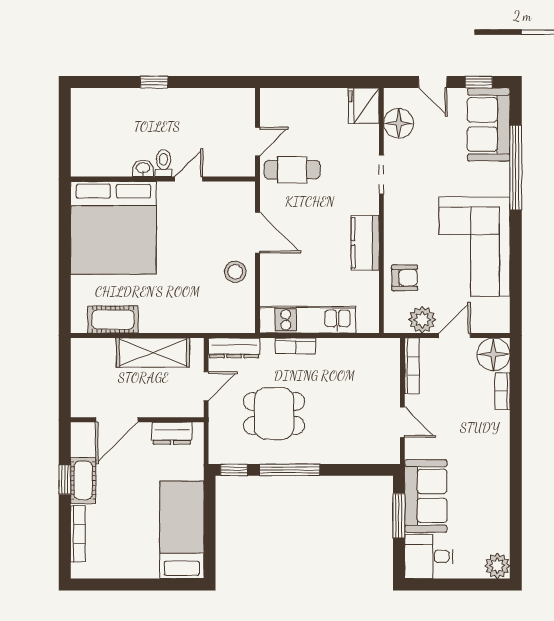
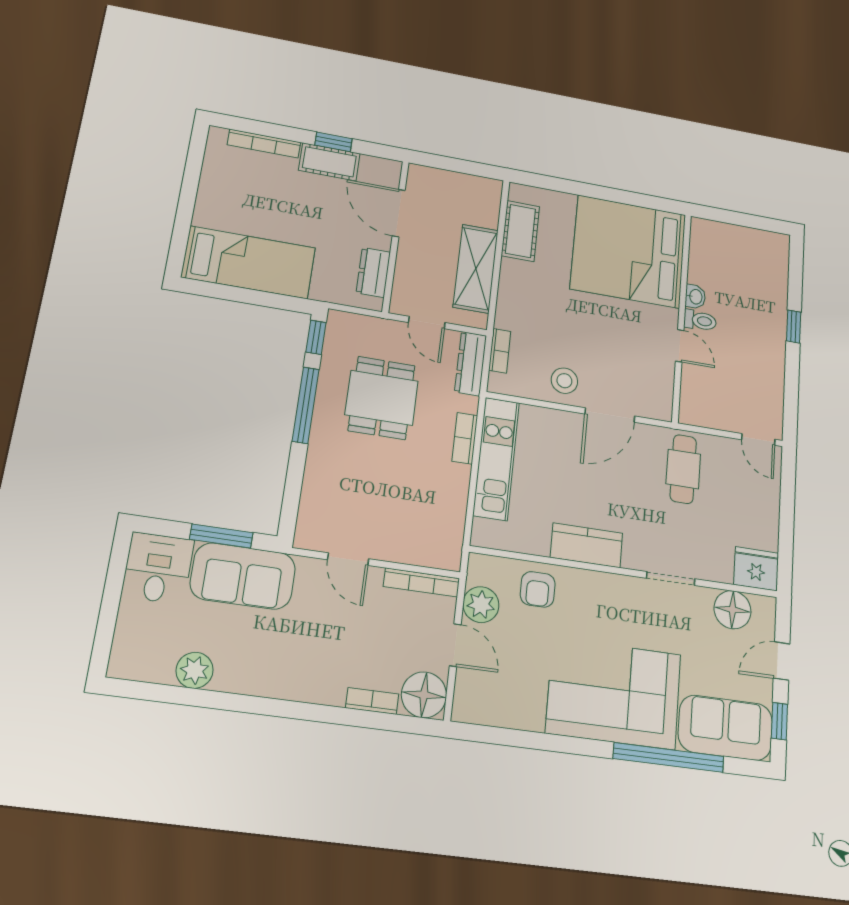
door: (258, 142) -> (758, 439), moved
corner sofa: (474, 247) -> (614, 693), moved
bookcase: (219, 326) -> (500, 351), added
door: (402, 422) -> (348, 559), hinge flipped
plant: (497, 566) -> (195, 670), moved

